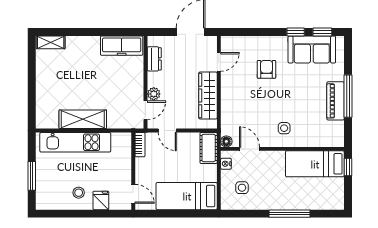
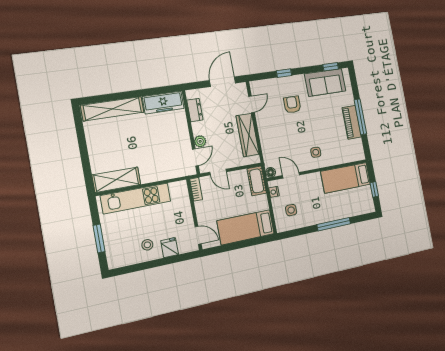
window: (296, 32) -> (284, 73), moved
shelving: (51, 42) -> (112, 109), width x2.20, depth x1.33
shelving: (83, 119) -> (116, 180), moved
window: (348, 167) -> (374, 189), moved

